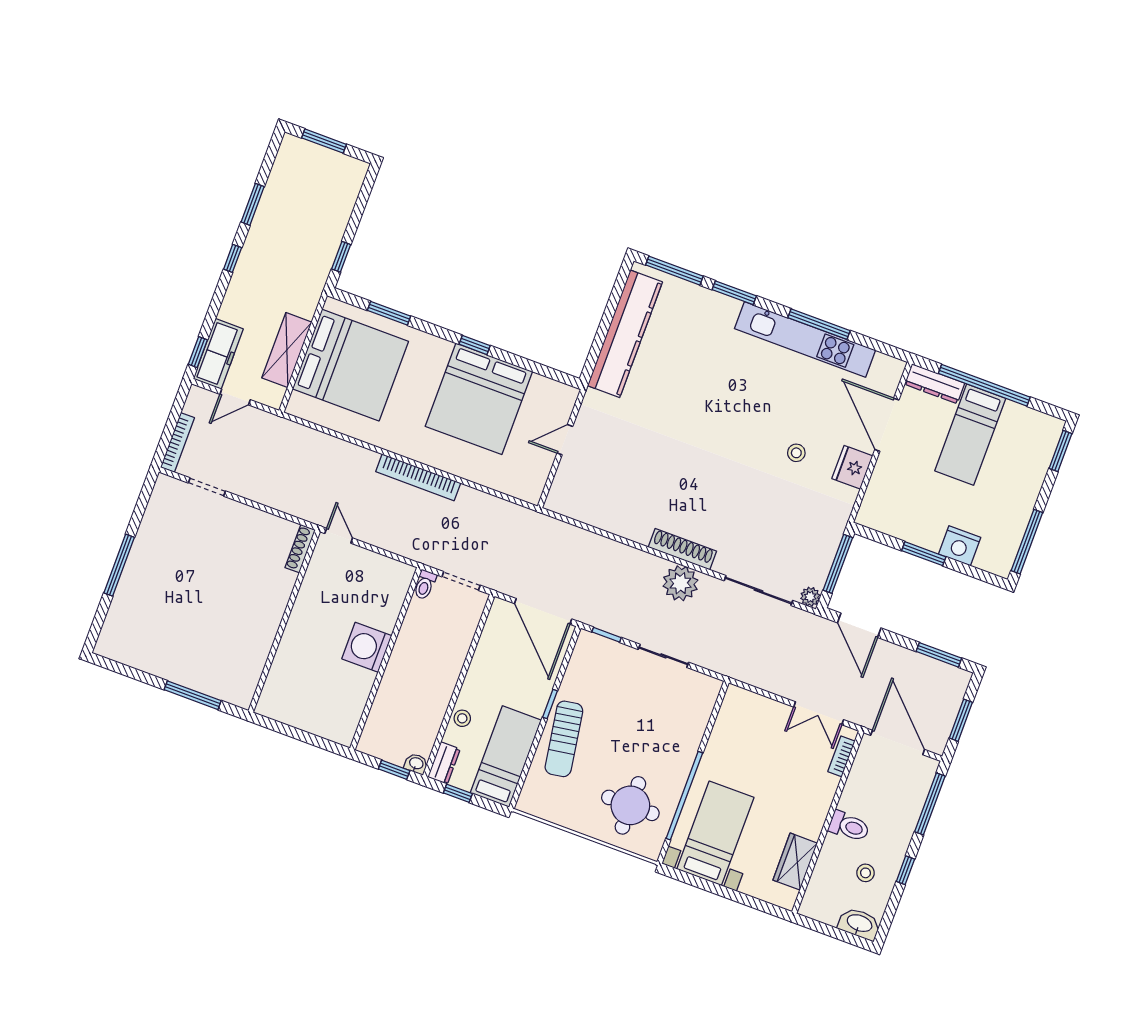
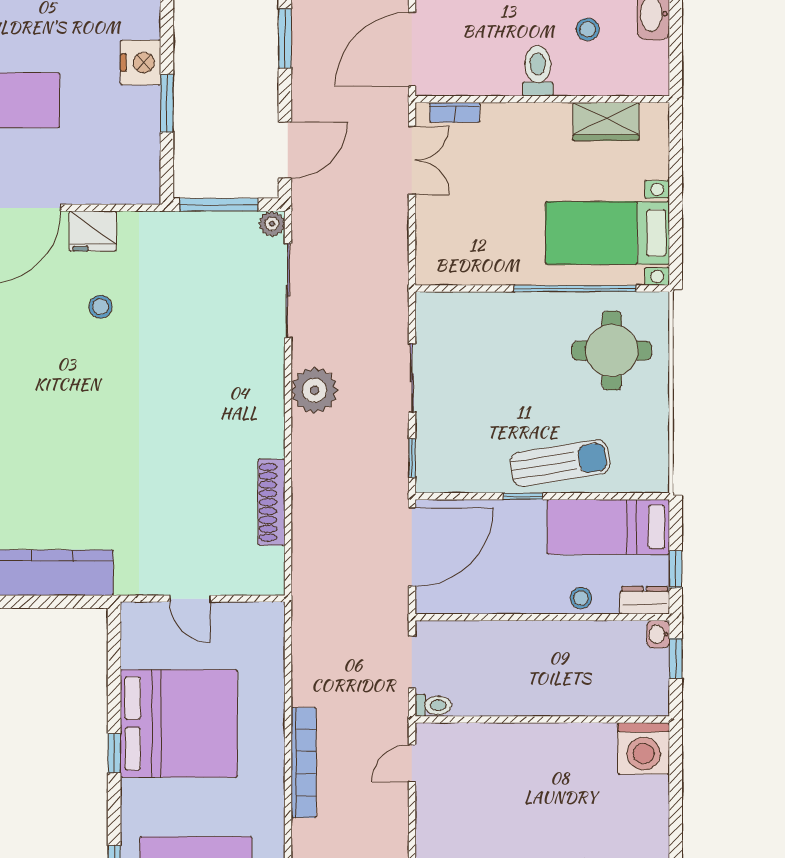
door: (339, 536) -> (412, 763), moved
shoe rack: (682, 549) -> (271, 502), moved
washing machine: (367, 647) -> (644, 748), moved

